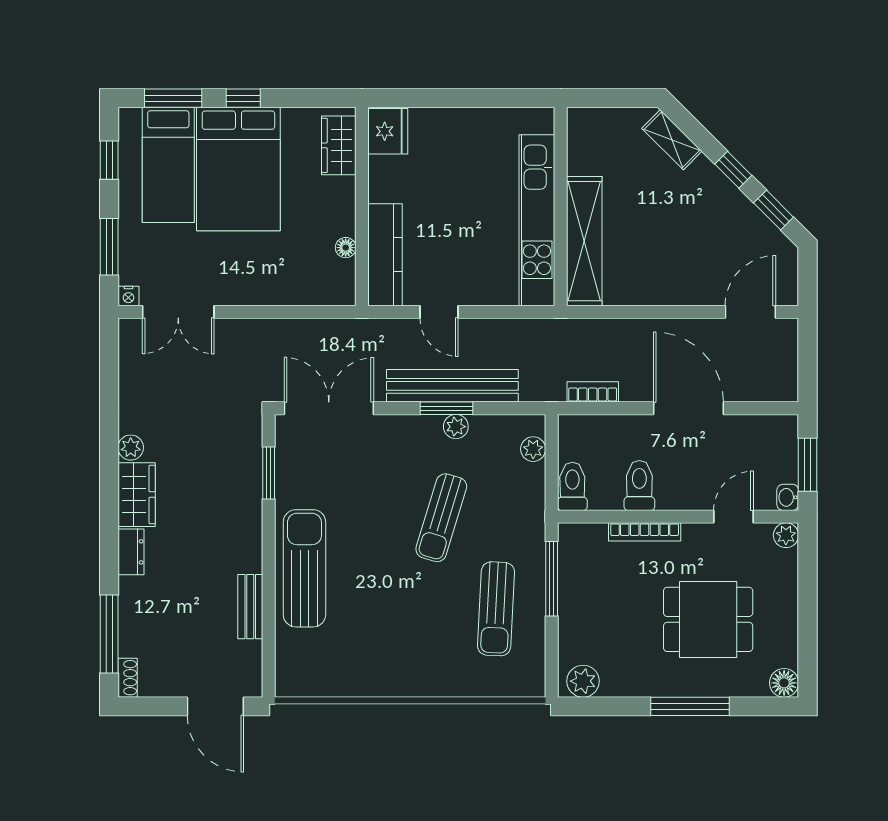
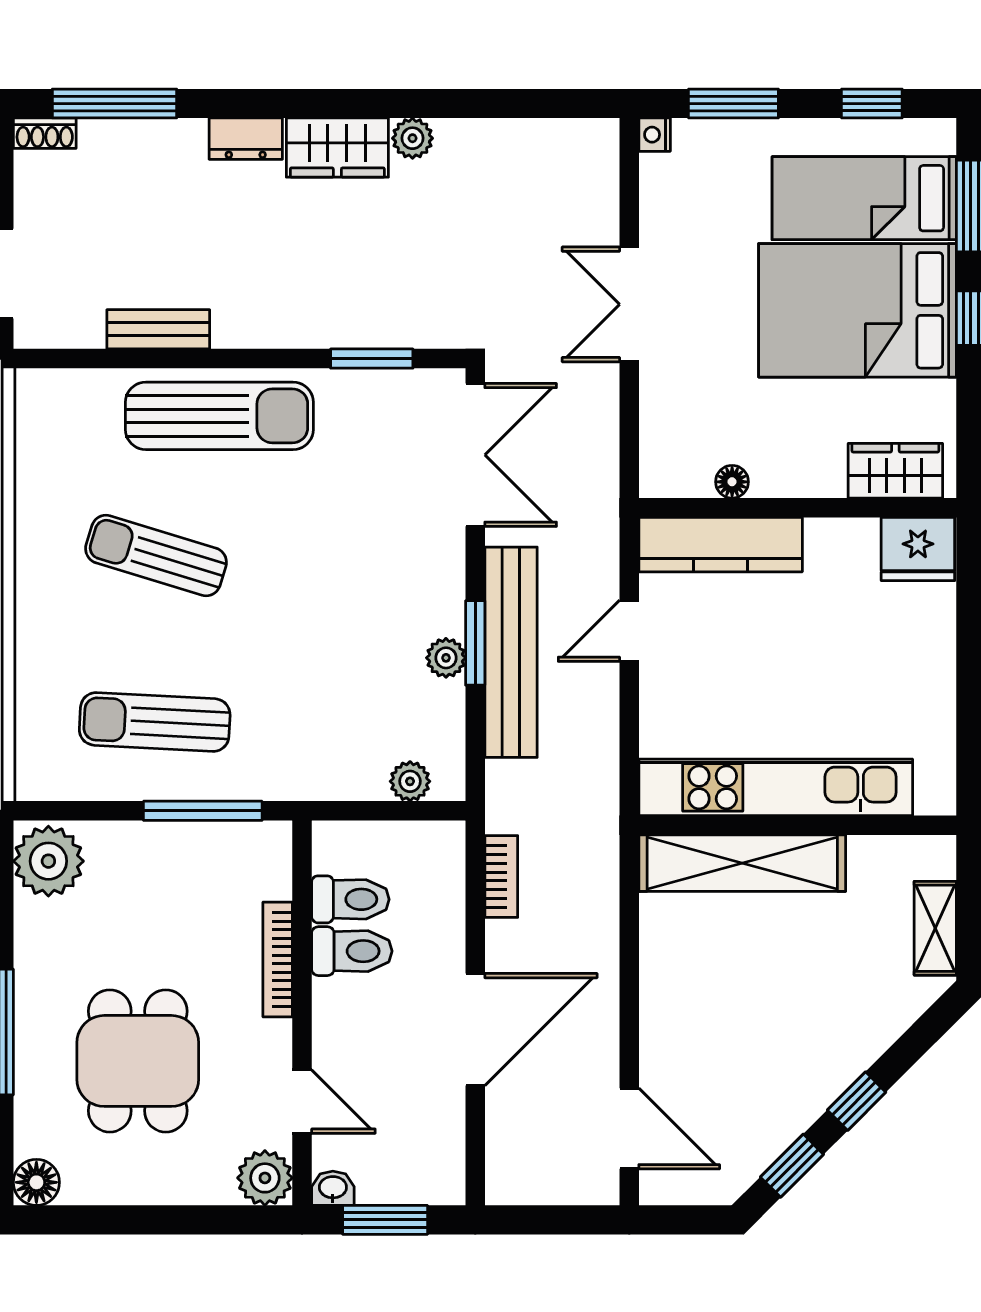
shelving: (672, 140) -> (935, 928), moved, turned -45
double door: (178, 312) -> (629, 304), moved
toilet: (572, 486) -> (350, 899), moved
sun lounger: (441, 518) -> (156, 555), moved
plant: (786, 535) -> (265, 1178), width x1.38, depth x1.38
plant: (583, 681) -> (48, 861), width x1.36, depth x1.36

